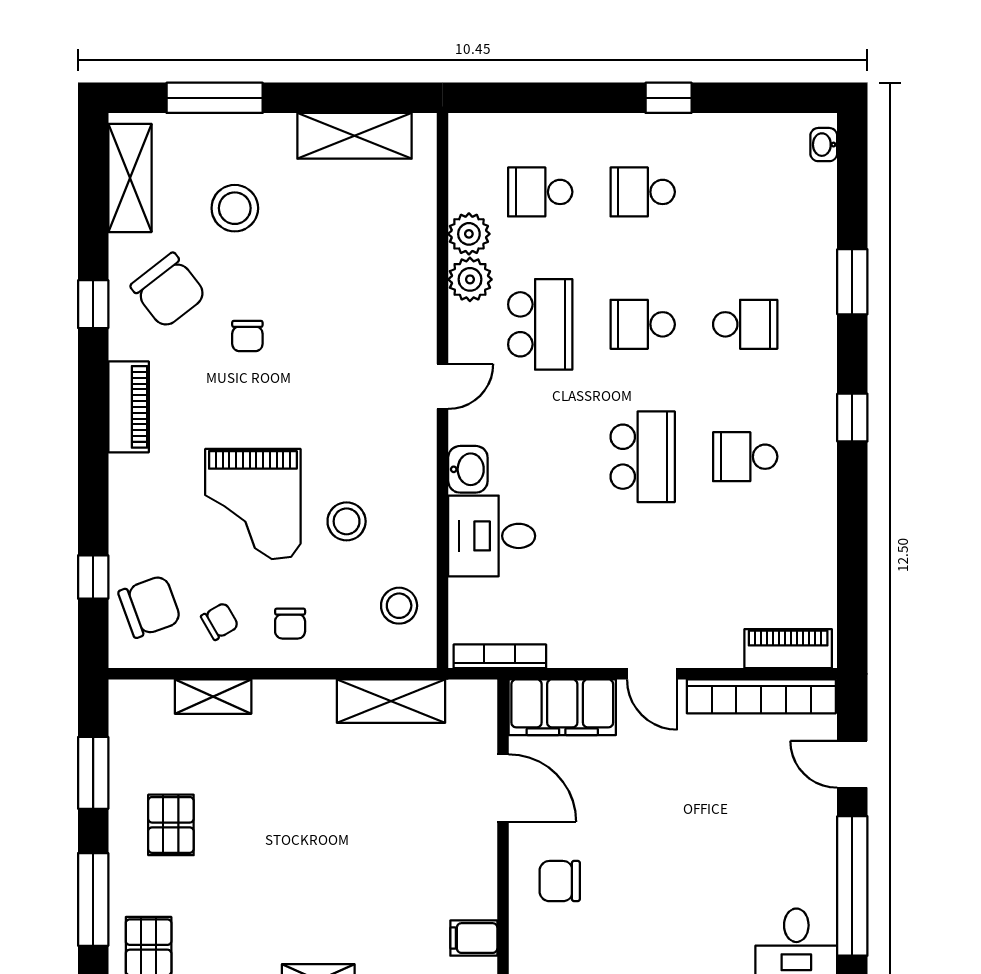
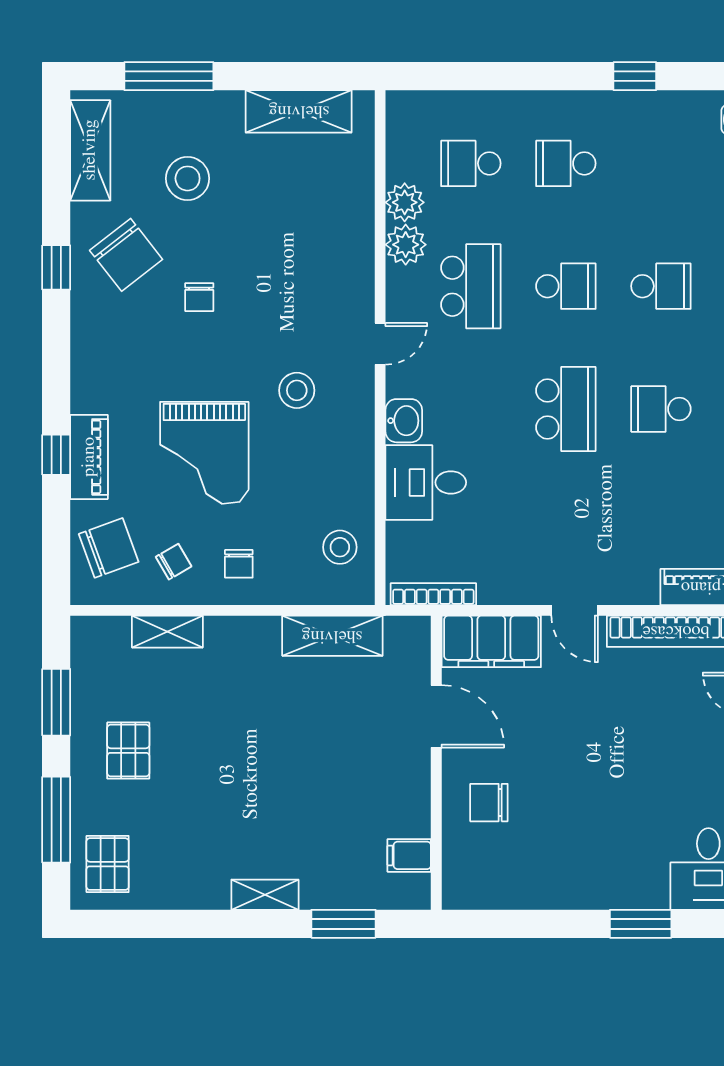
window: (669, 98) -> (635, 76), moved
school desk: (643, 324) -> (566, 286), turned 180
piano: (129, 407) -> (89, 457), moved
stool: (347, 521) -> (297, 390), moved
window: (93, 577) -> (56, 455), moved

